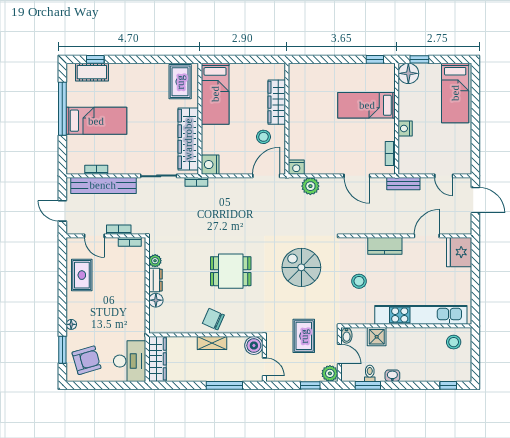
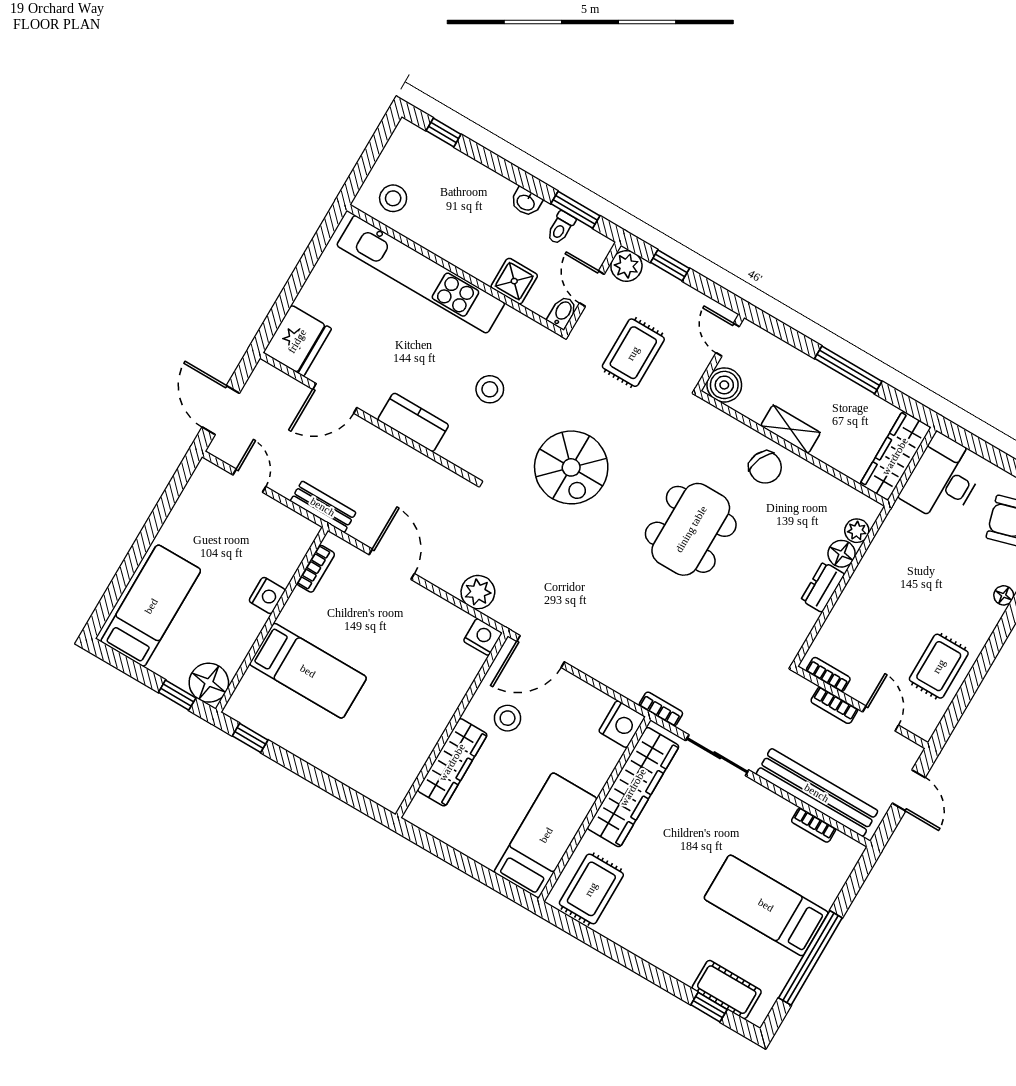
plant: (155, 261) -> (857, 531), moved
dining table: (231, 271) -> (691, 529), width x1.38
window: (224, 385) -> (848, 370), moved

